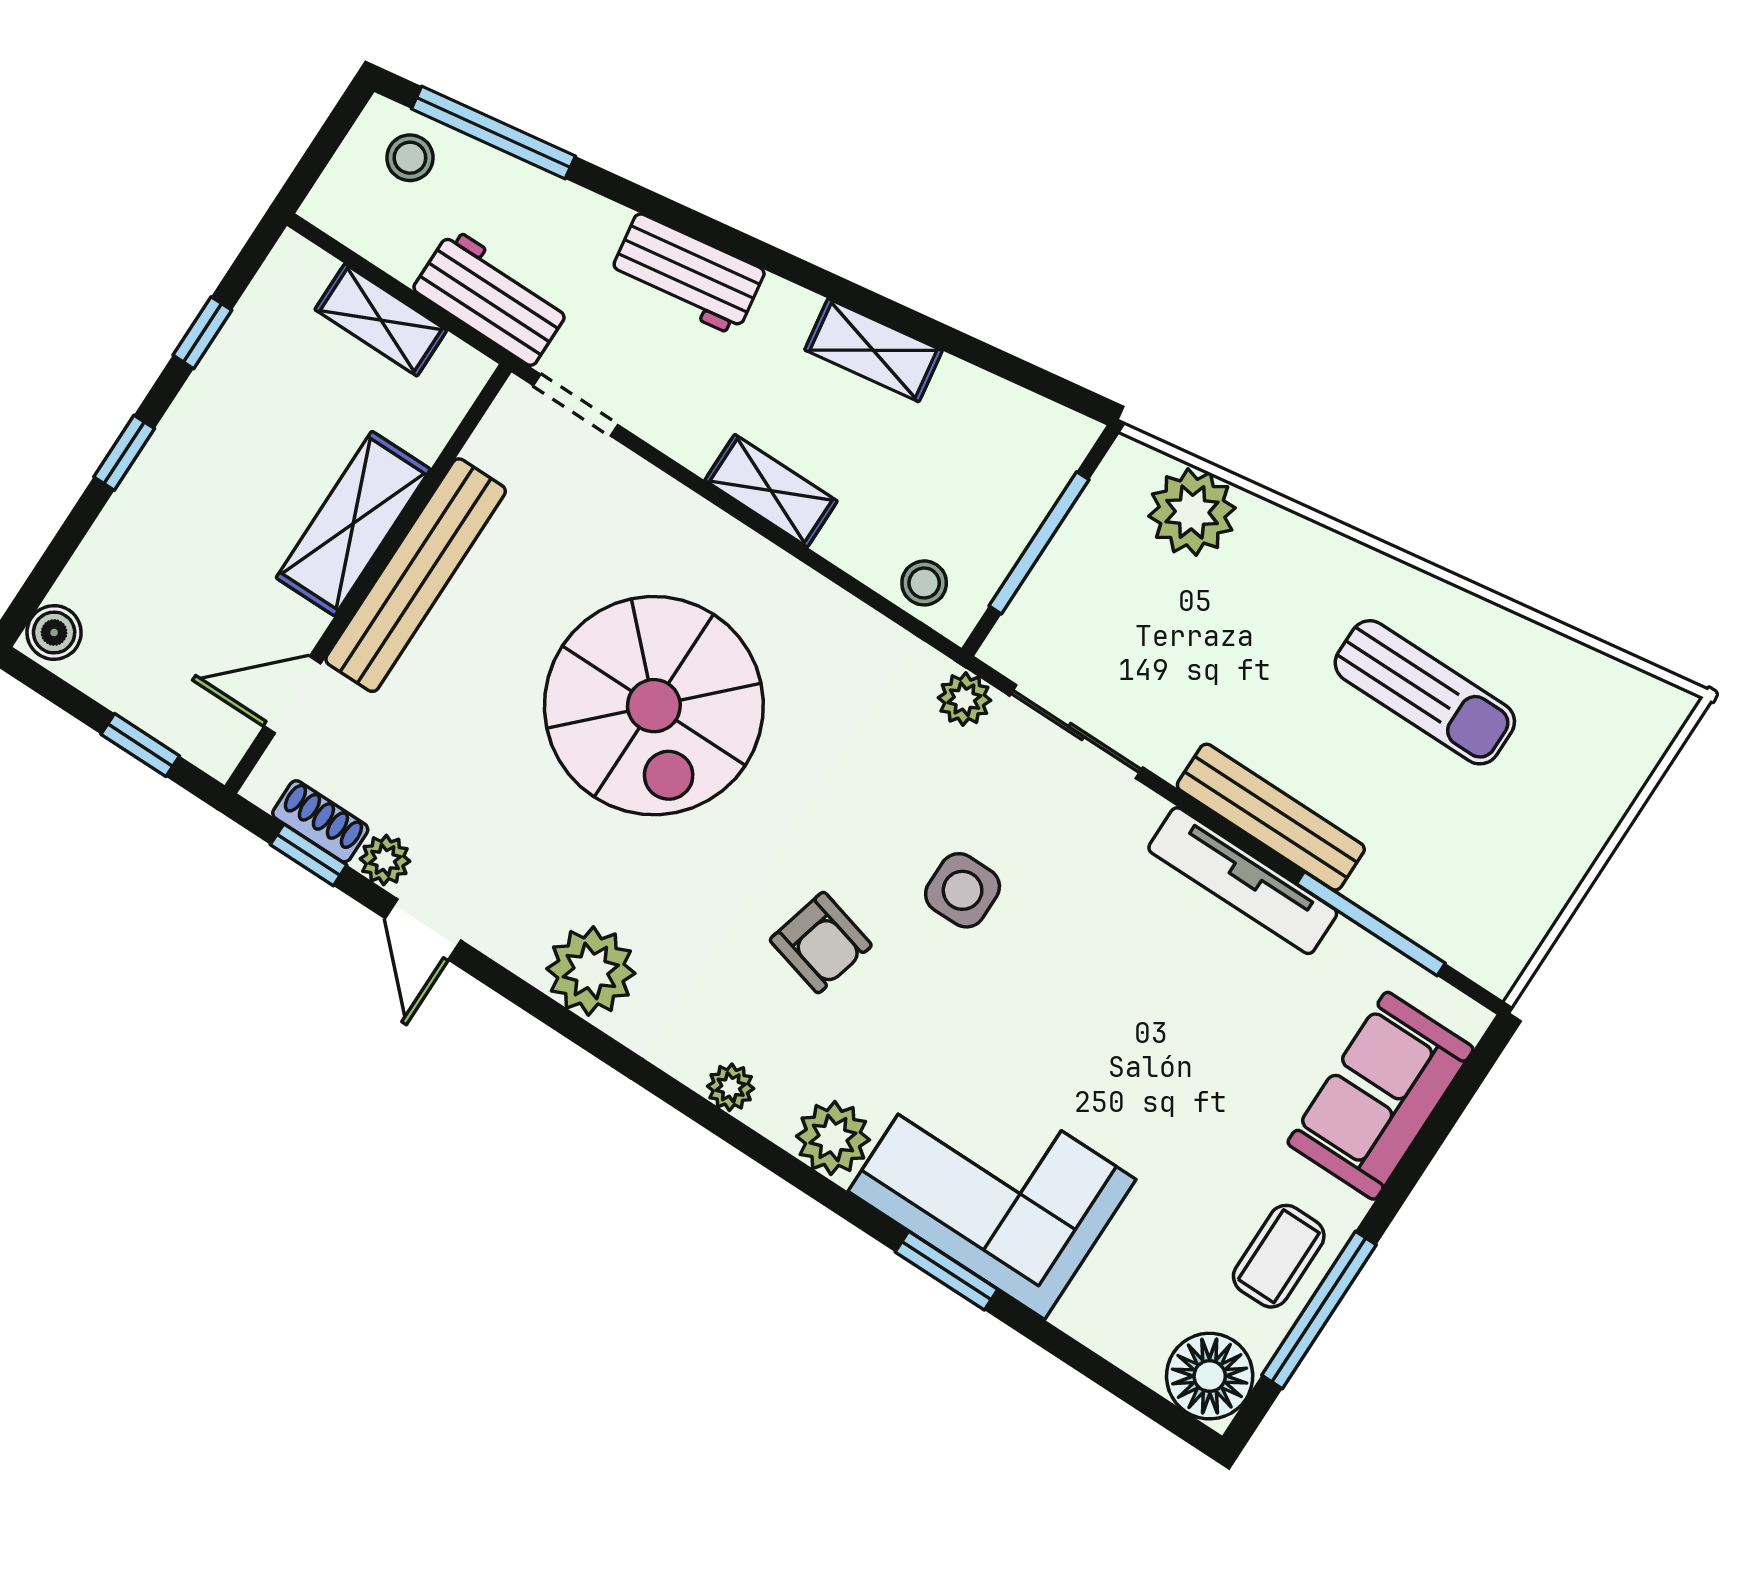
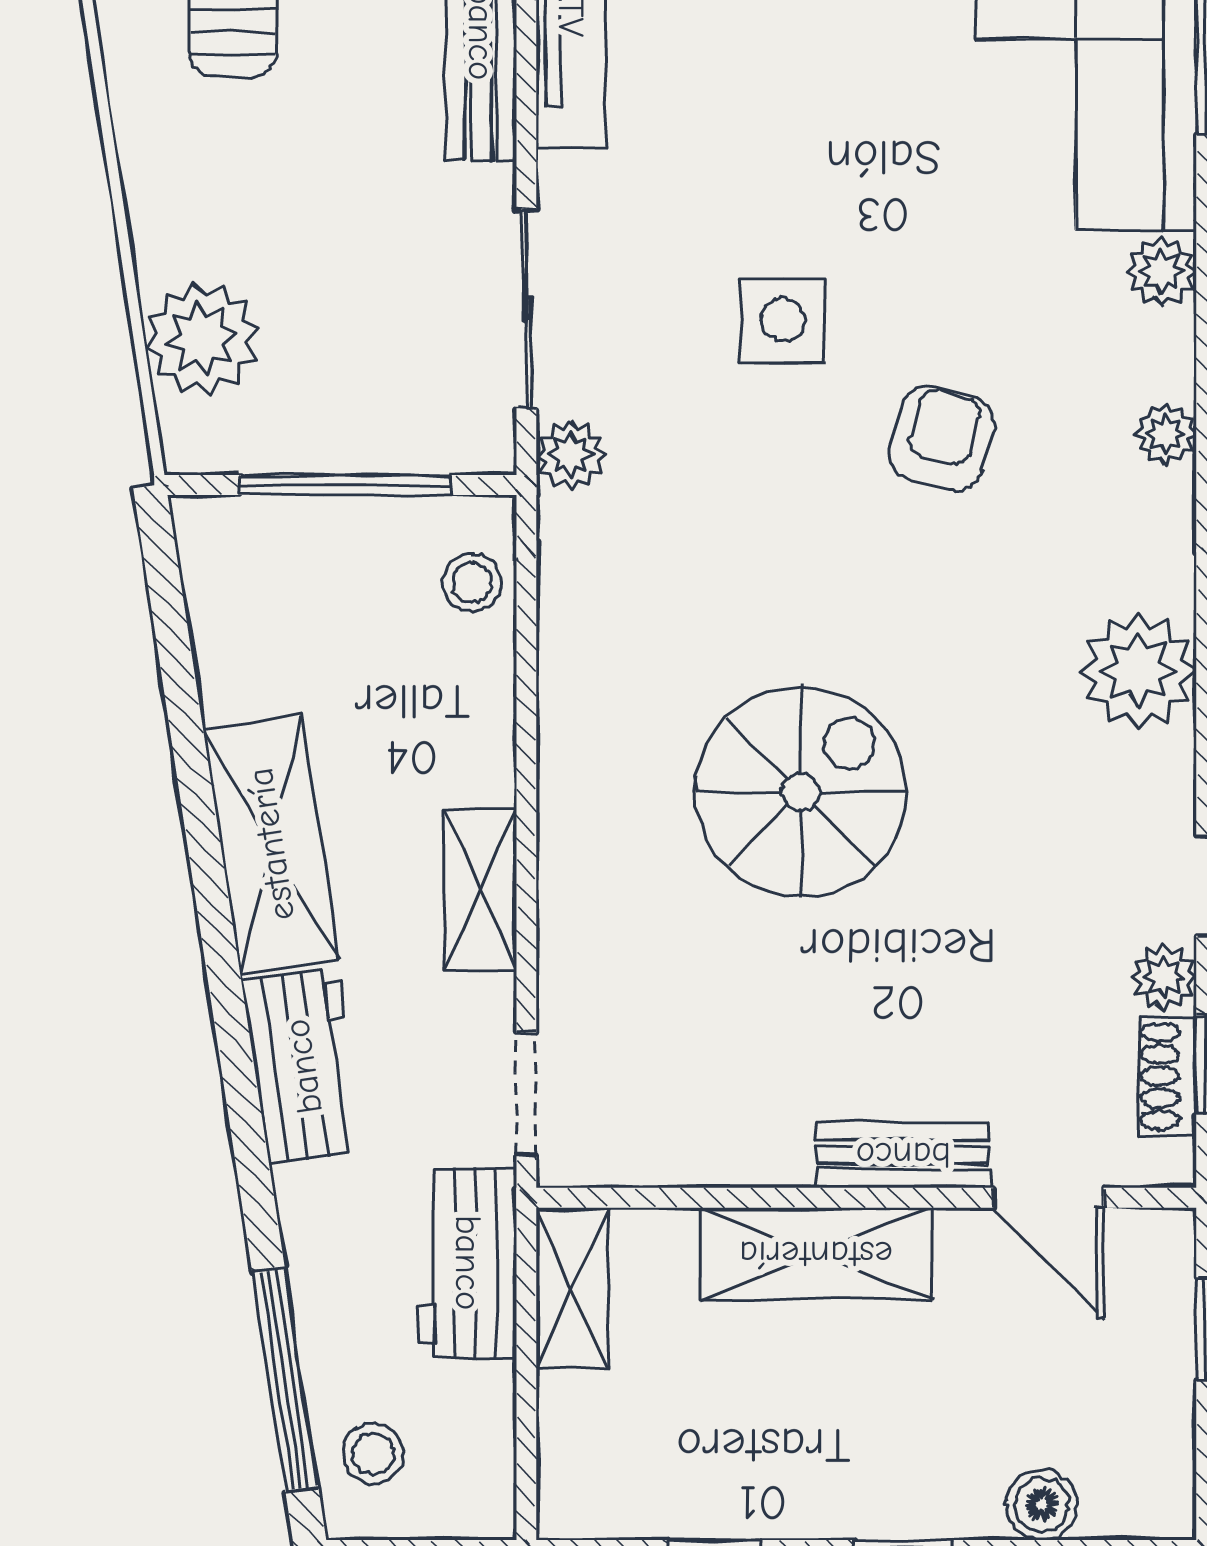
shelving: (381, 320) -> (572, 1288), moved
shelving: (873, 350) -> (271, 844), width x1.50, depth x1.33
shelving: (771, 491) -> (480, 890), moved
bench: (416, 575) -> (903, 1155), width x0.54, depth x0.82
boiler: (54, 632) -> (1042, 1505), moved
spiral stairs: (654, 706) -> (801, 792), width x0.73, depth x0.73
plant: (833, 1138) -> (1161, 272), width x0.73, depth x0.73

